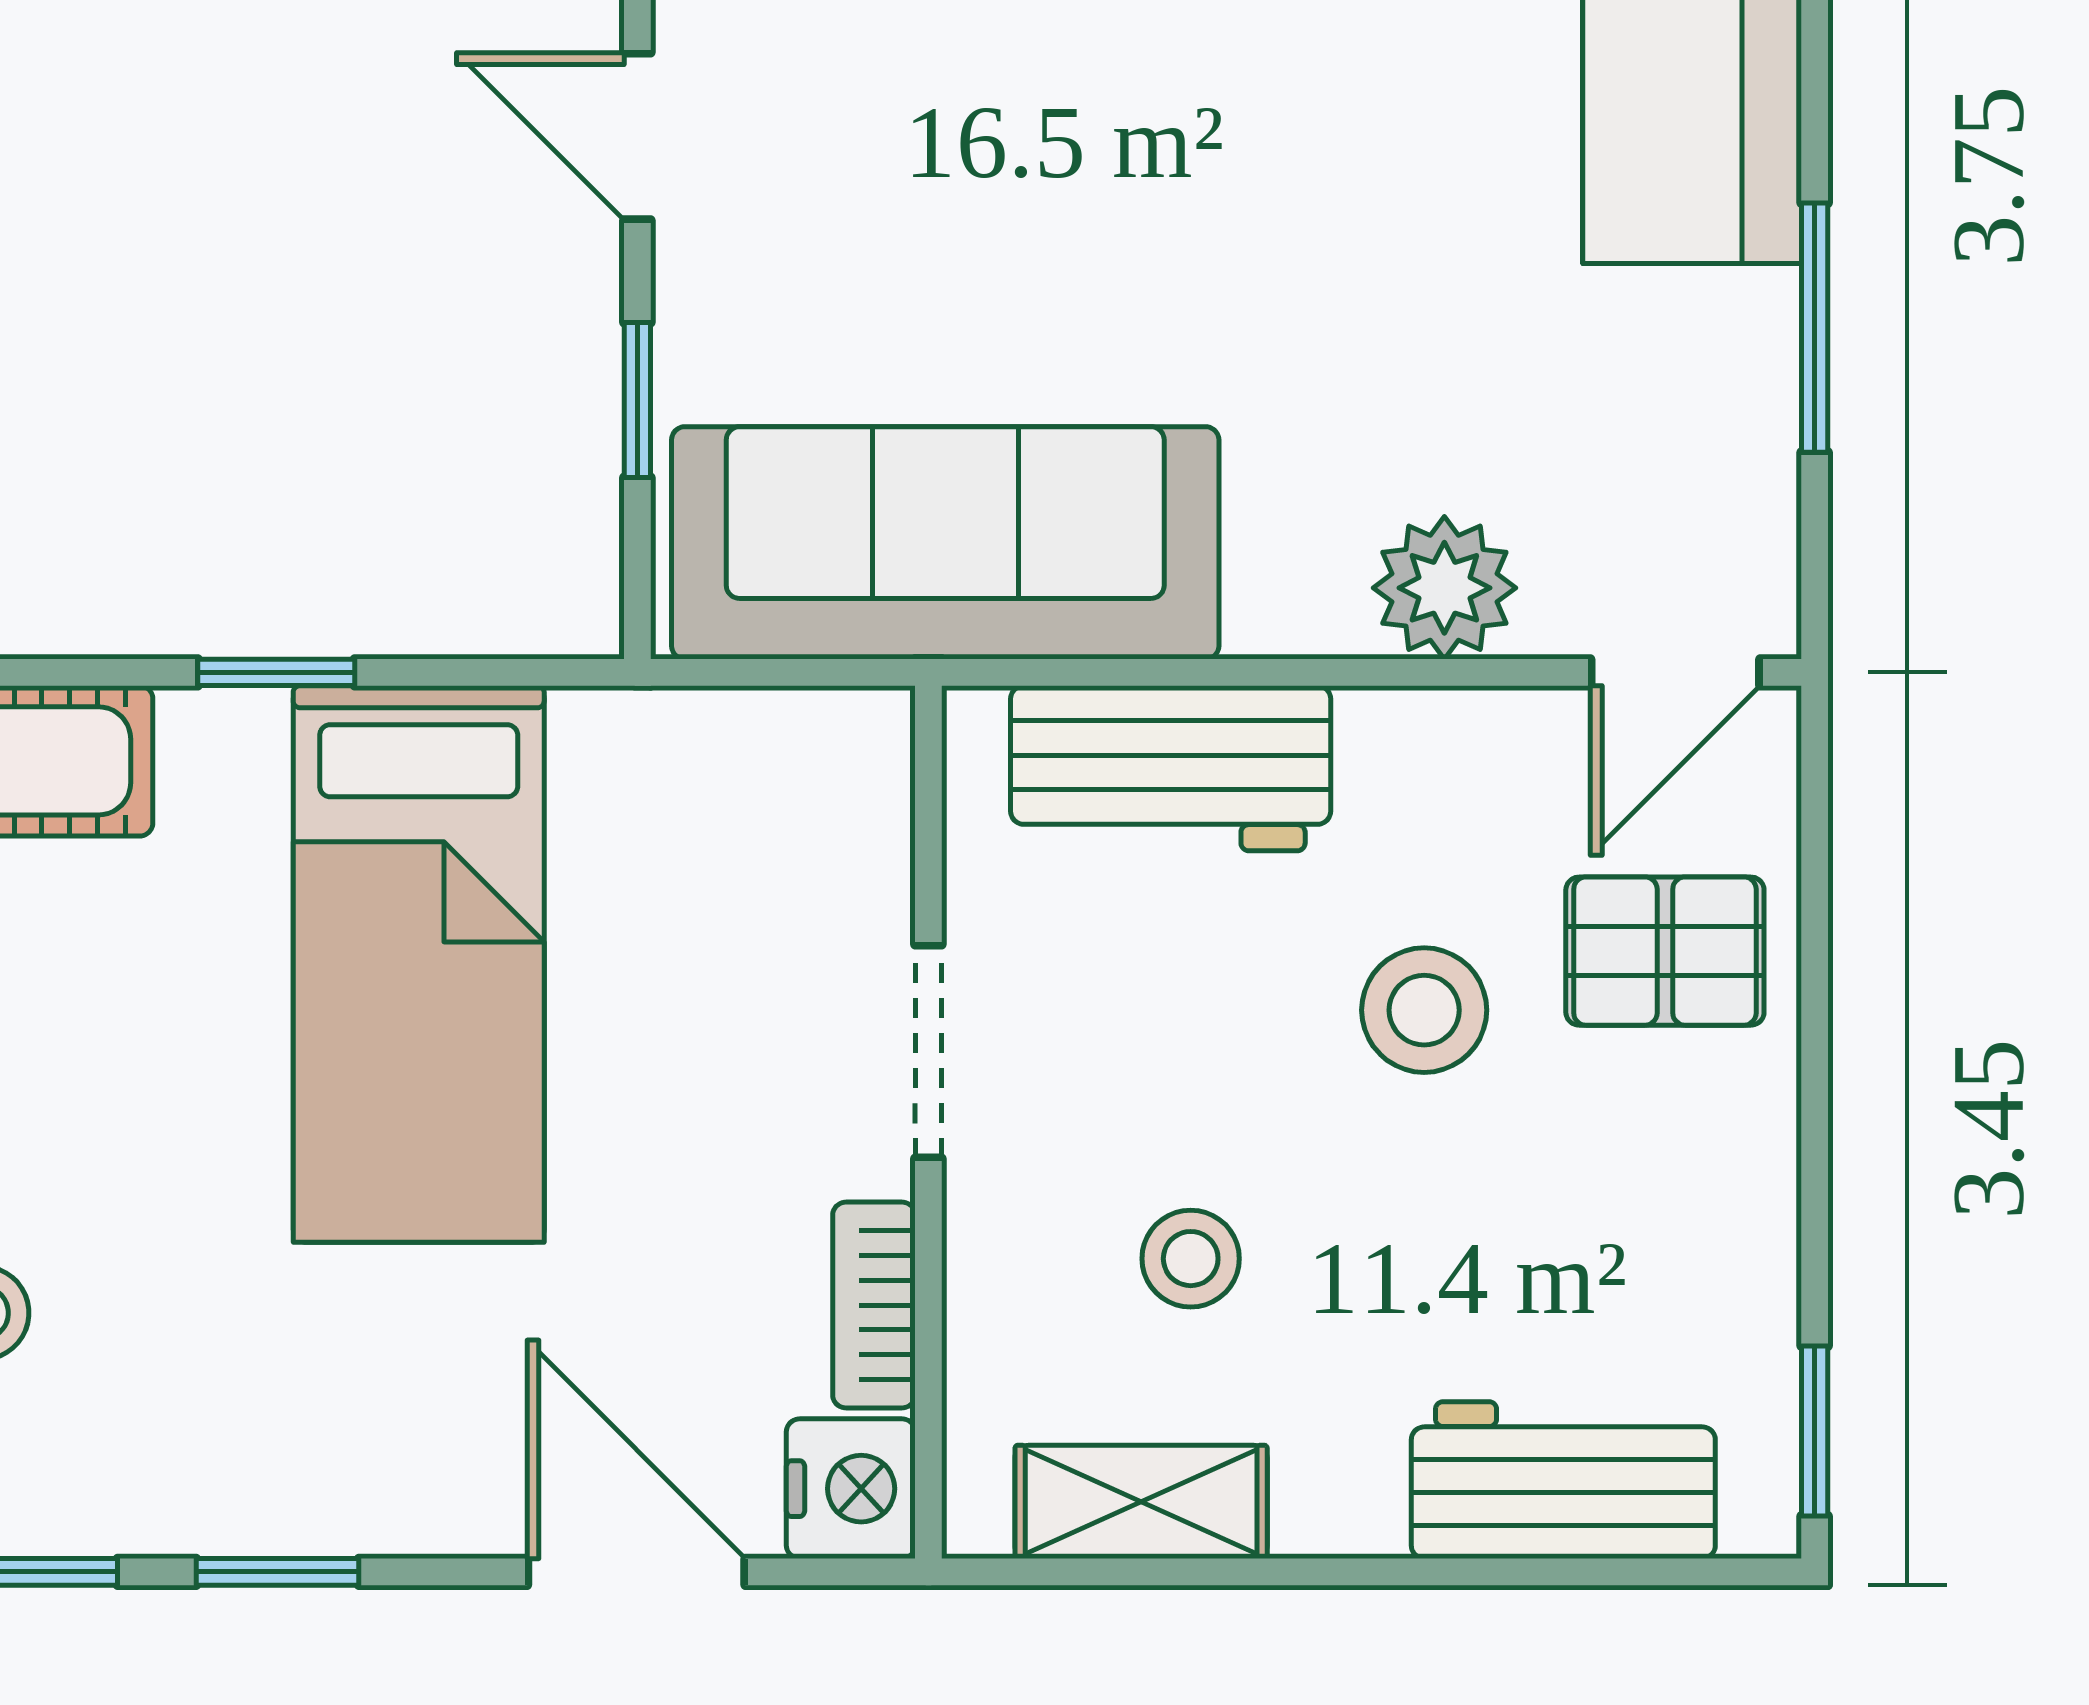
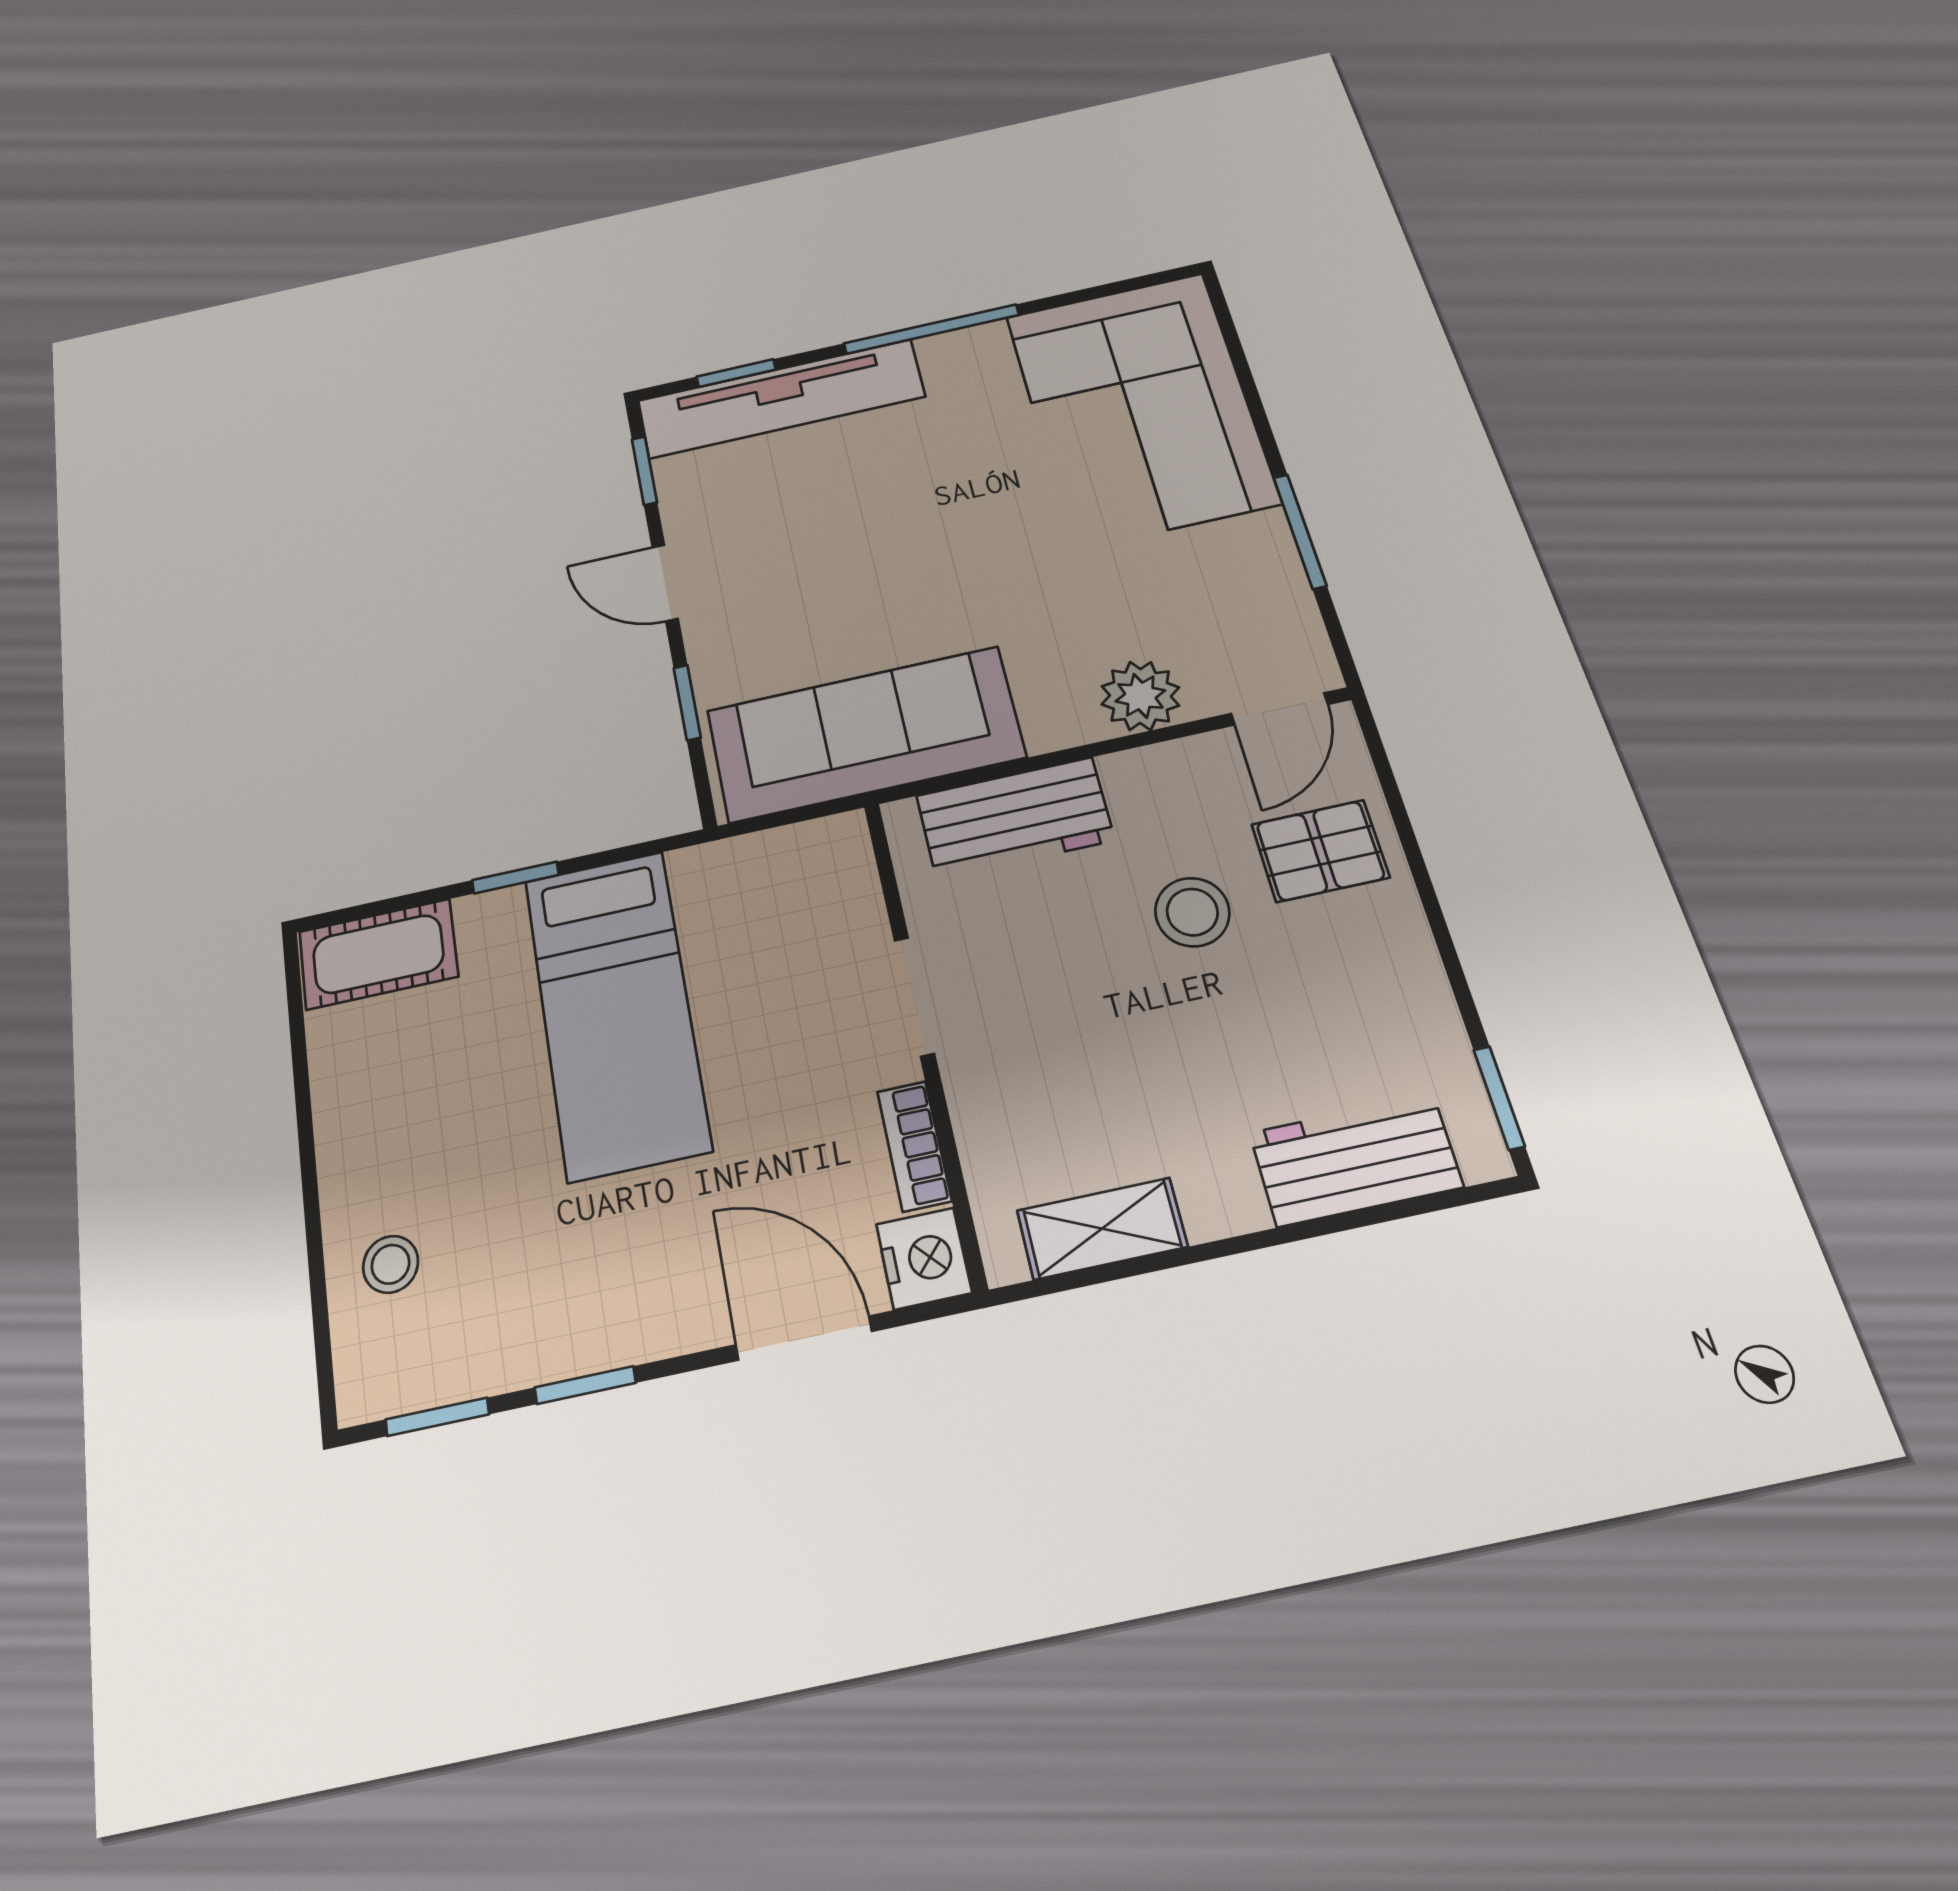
stool: (1191, 1259) -> (1095, 1079), removed

